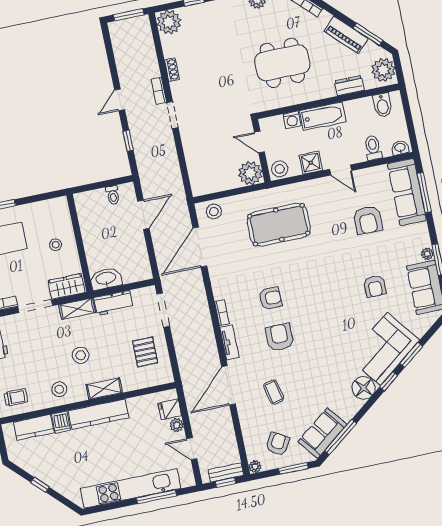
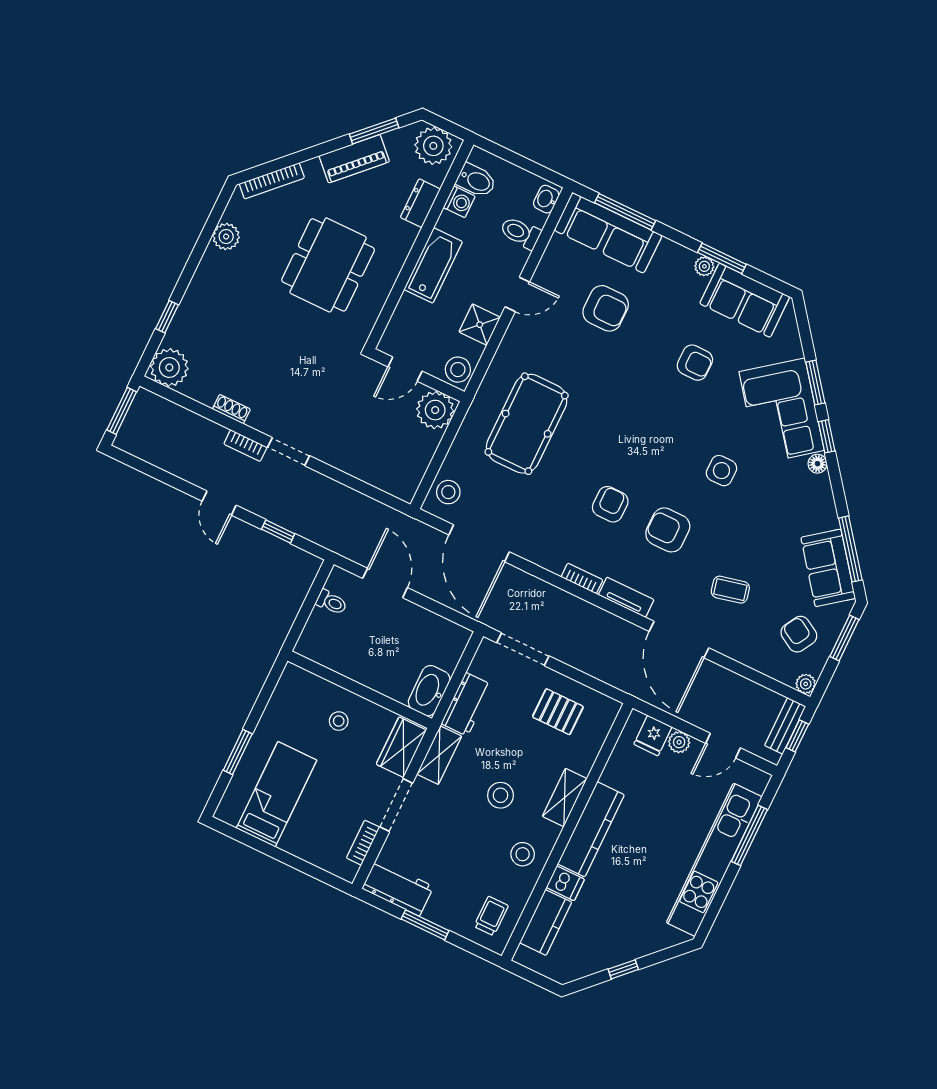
washing machine: (292, 120) -> (459, 202), moved
side table: (330, 341) -> (721, 471), added
floor lamp: (364, 388) -> (818, 464), width x0.53, depth x0.53

